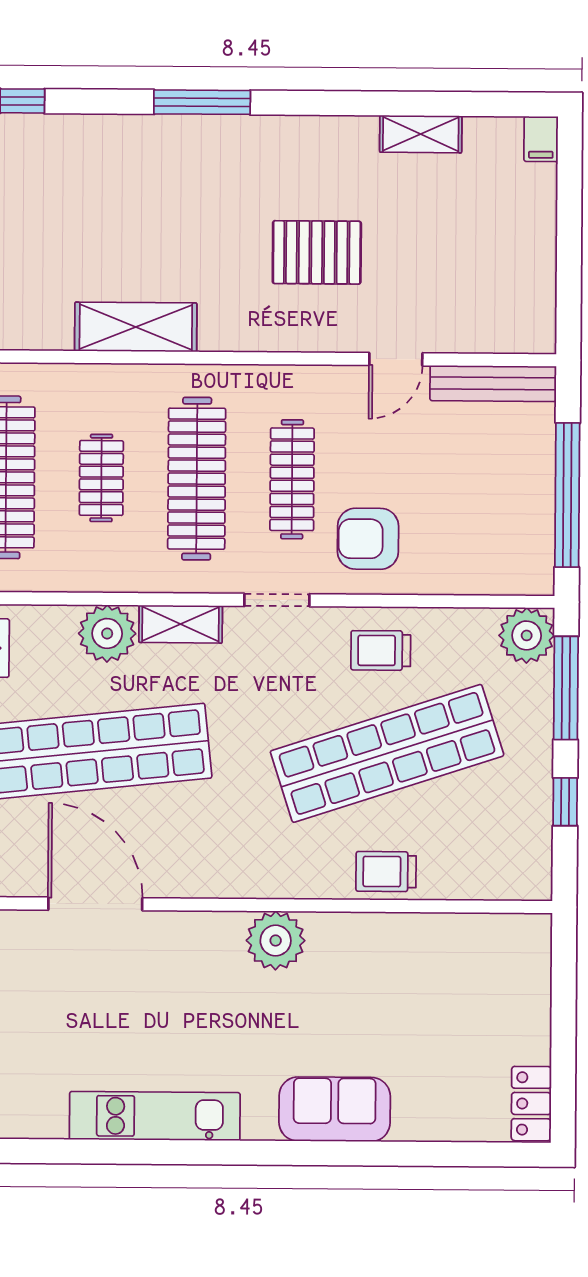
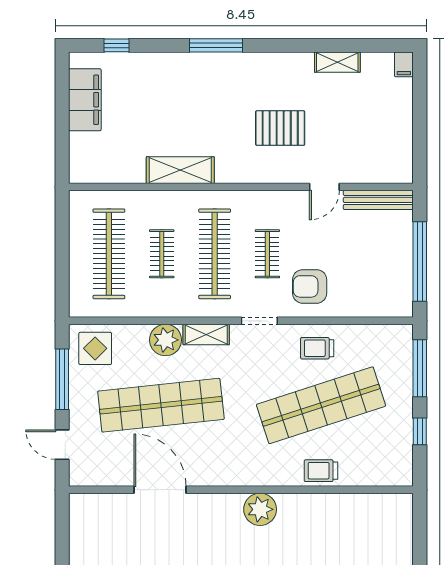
clothes rail: (292, 479) -> (267, 254), width x0.73
plant: (527, 635) -> (398, 339), removed

